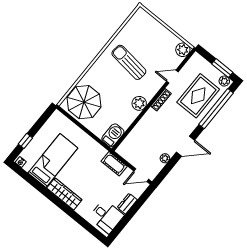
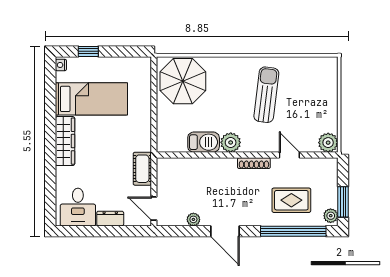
rug: (198, 96) -> (291, 200), width x0.73, depth x0.70
barbecue: (113, 135) -> (204, 142), moved

